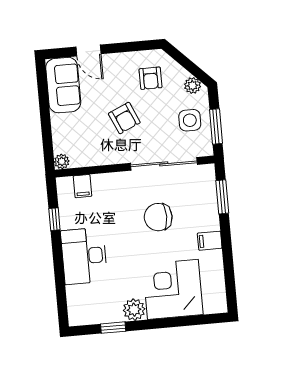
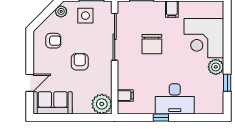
armchair: (124, 118) -> (80, 62), turned -66
plant: (62, 161) -> (102, 104), width x1.88, depth x1.88
window: (54, 219) -> (161, 118), moved

